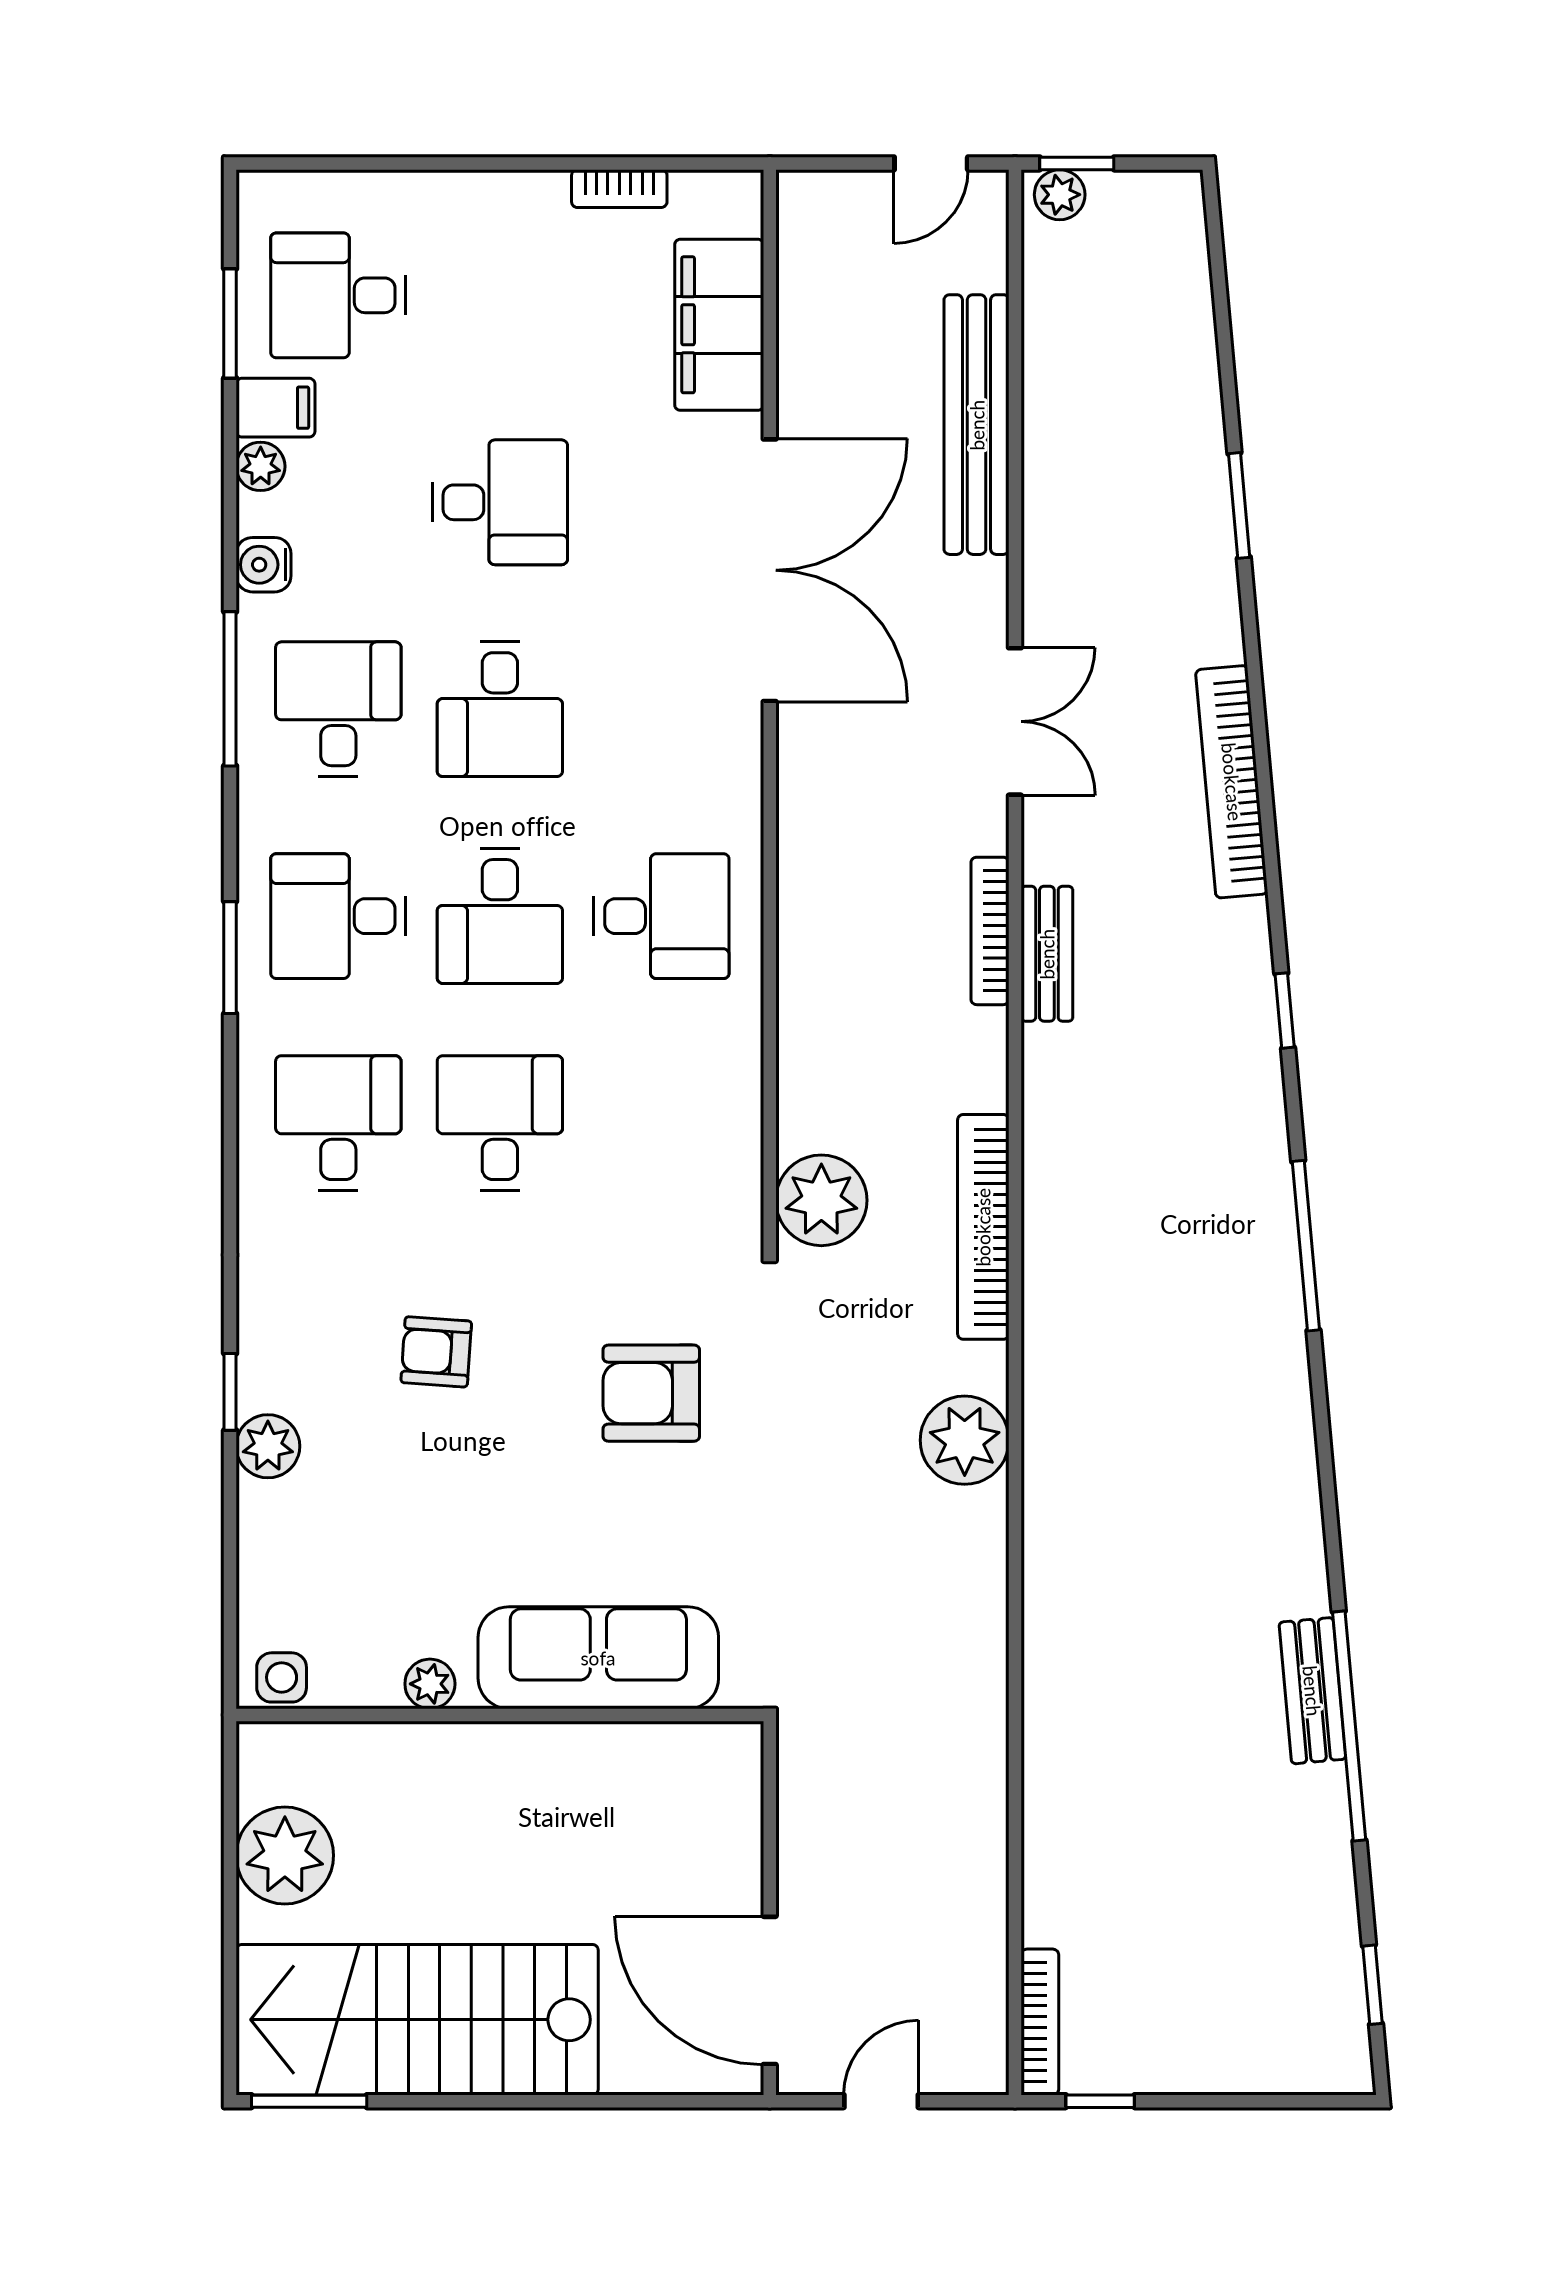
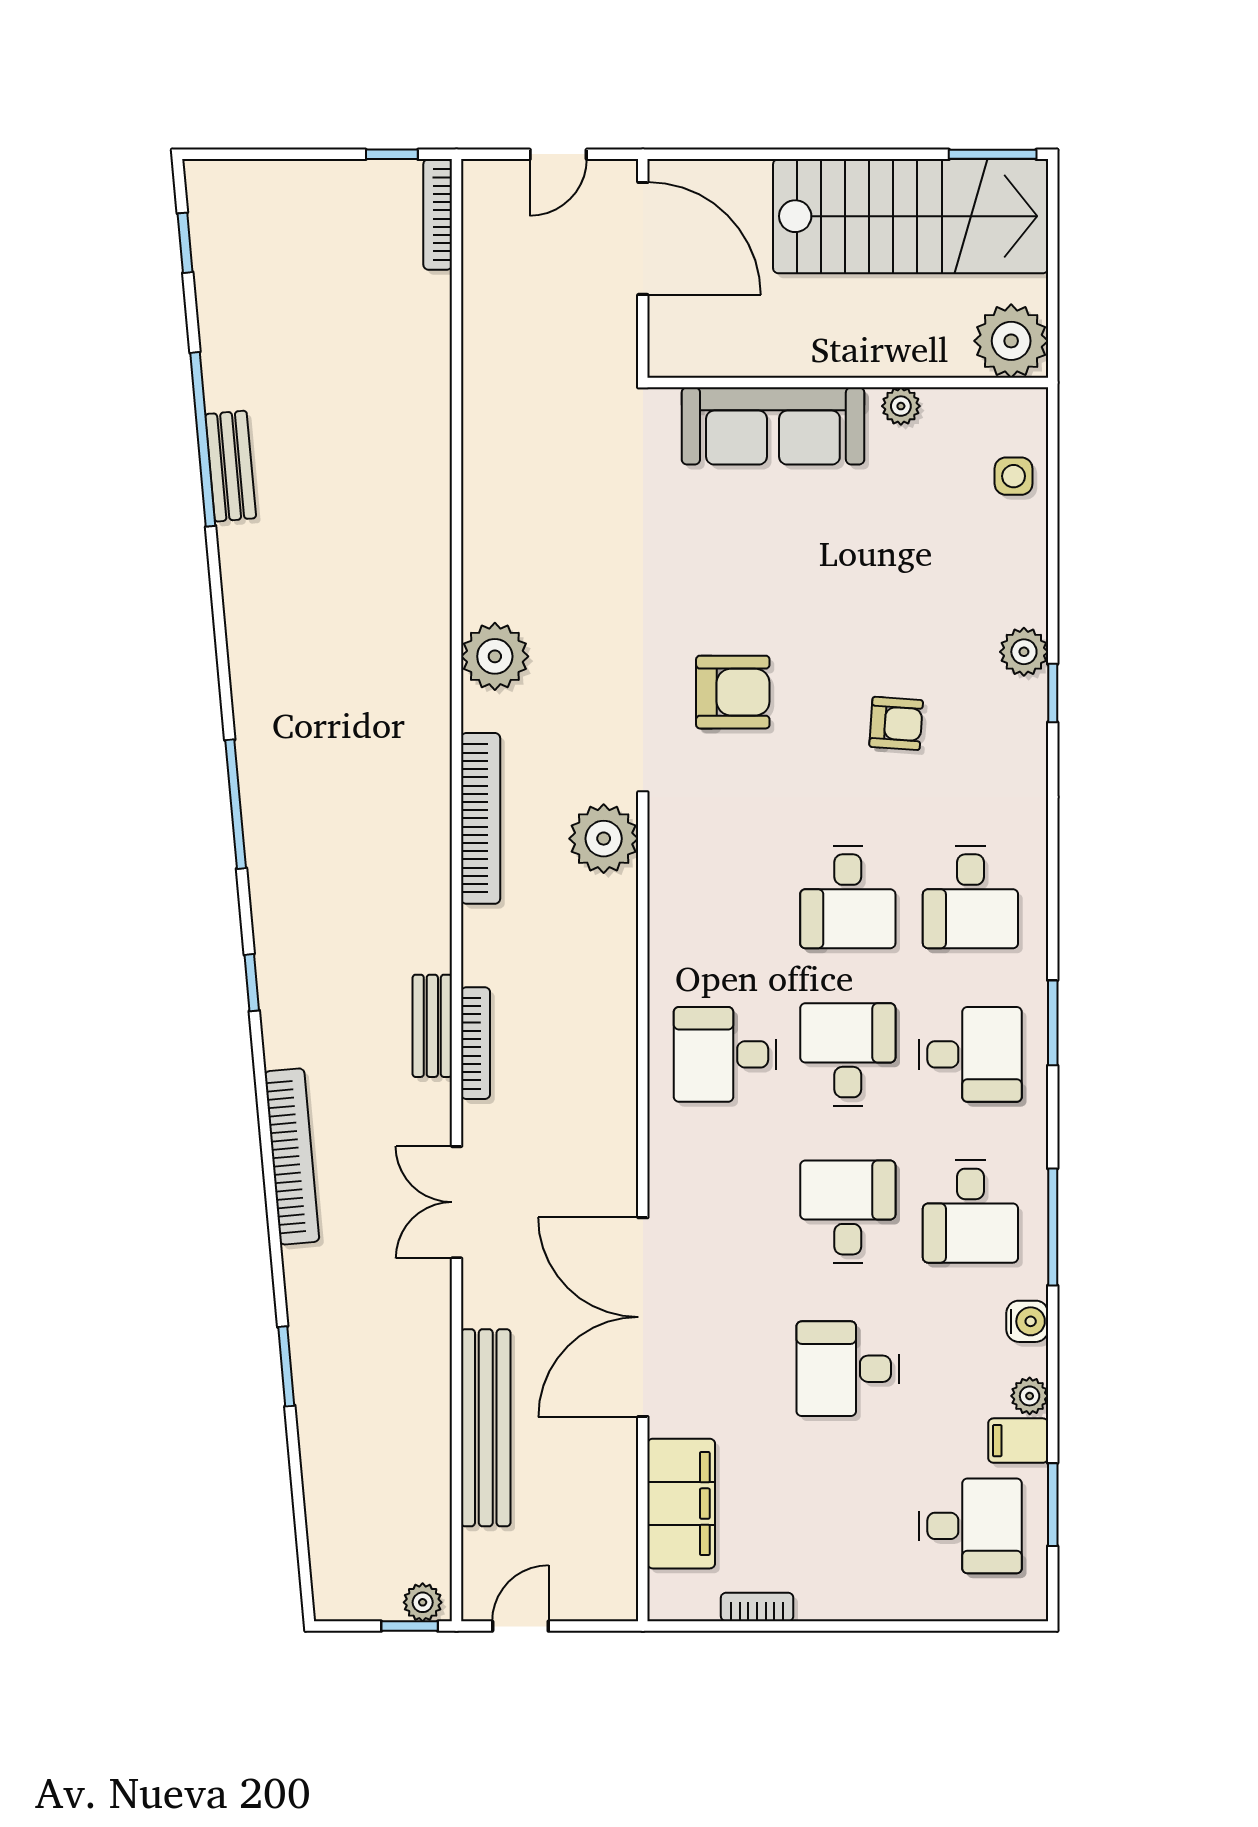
sofa: (598, 1658) -> (773, 426), moved
plant: (430, 1684) -> (901, 406), moved
wall: (500, 1715) -> (848, 383), moved

